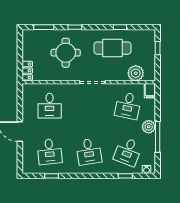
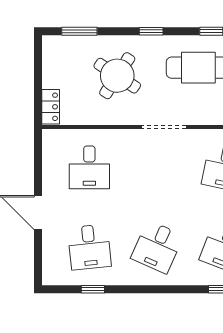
window: (75, 27) -> (151, 31), moved
round table: (66, 53) -> (117, 76), turned 33
desk: (89, 152) -> (157, 247), turned 33

